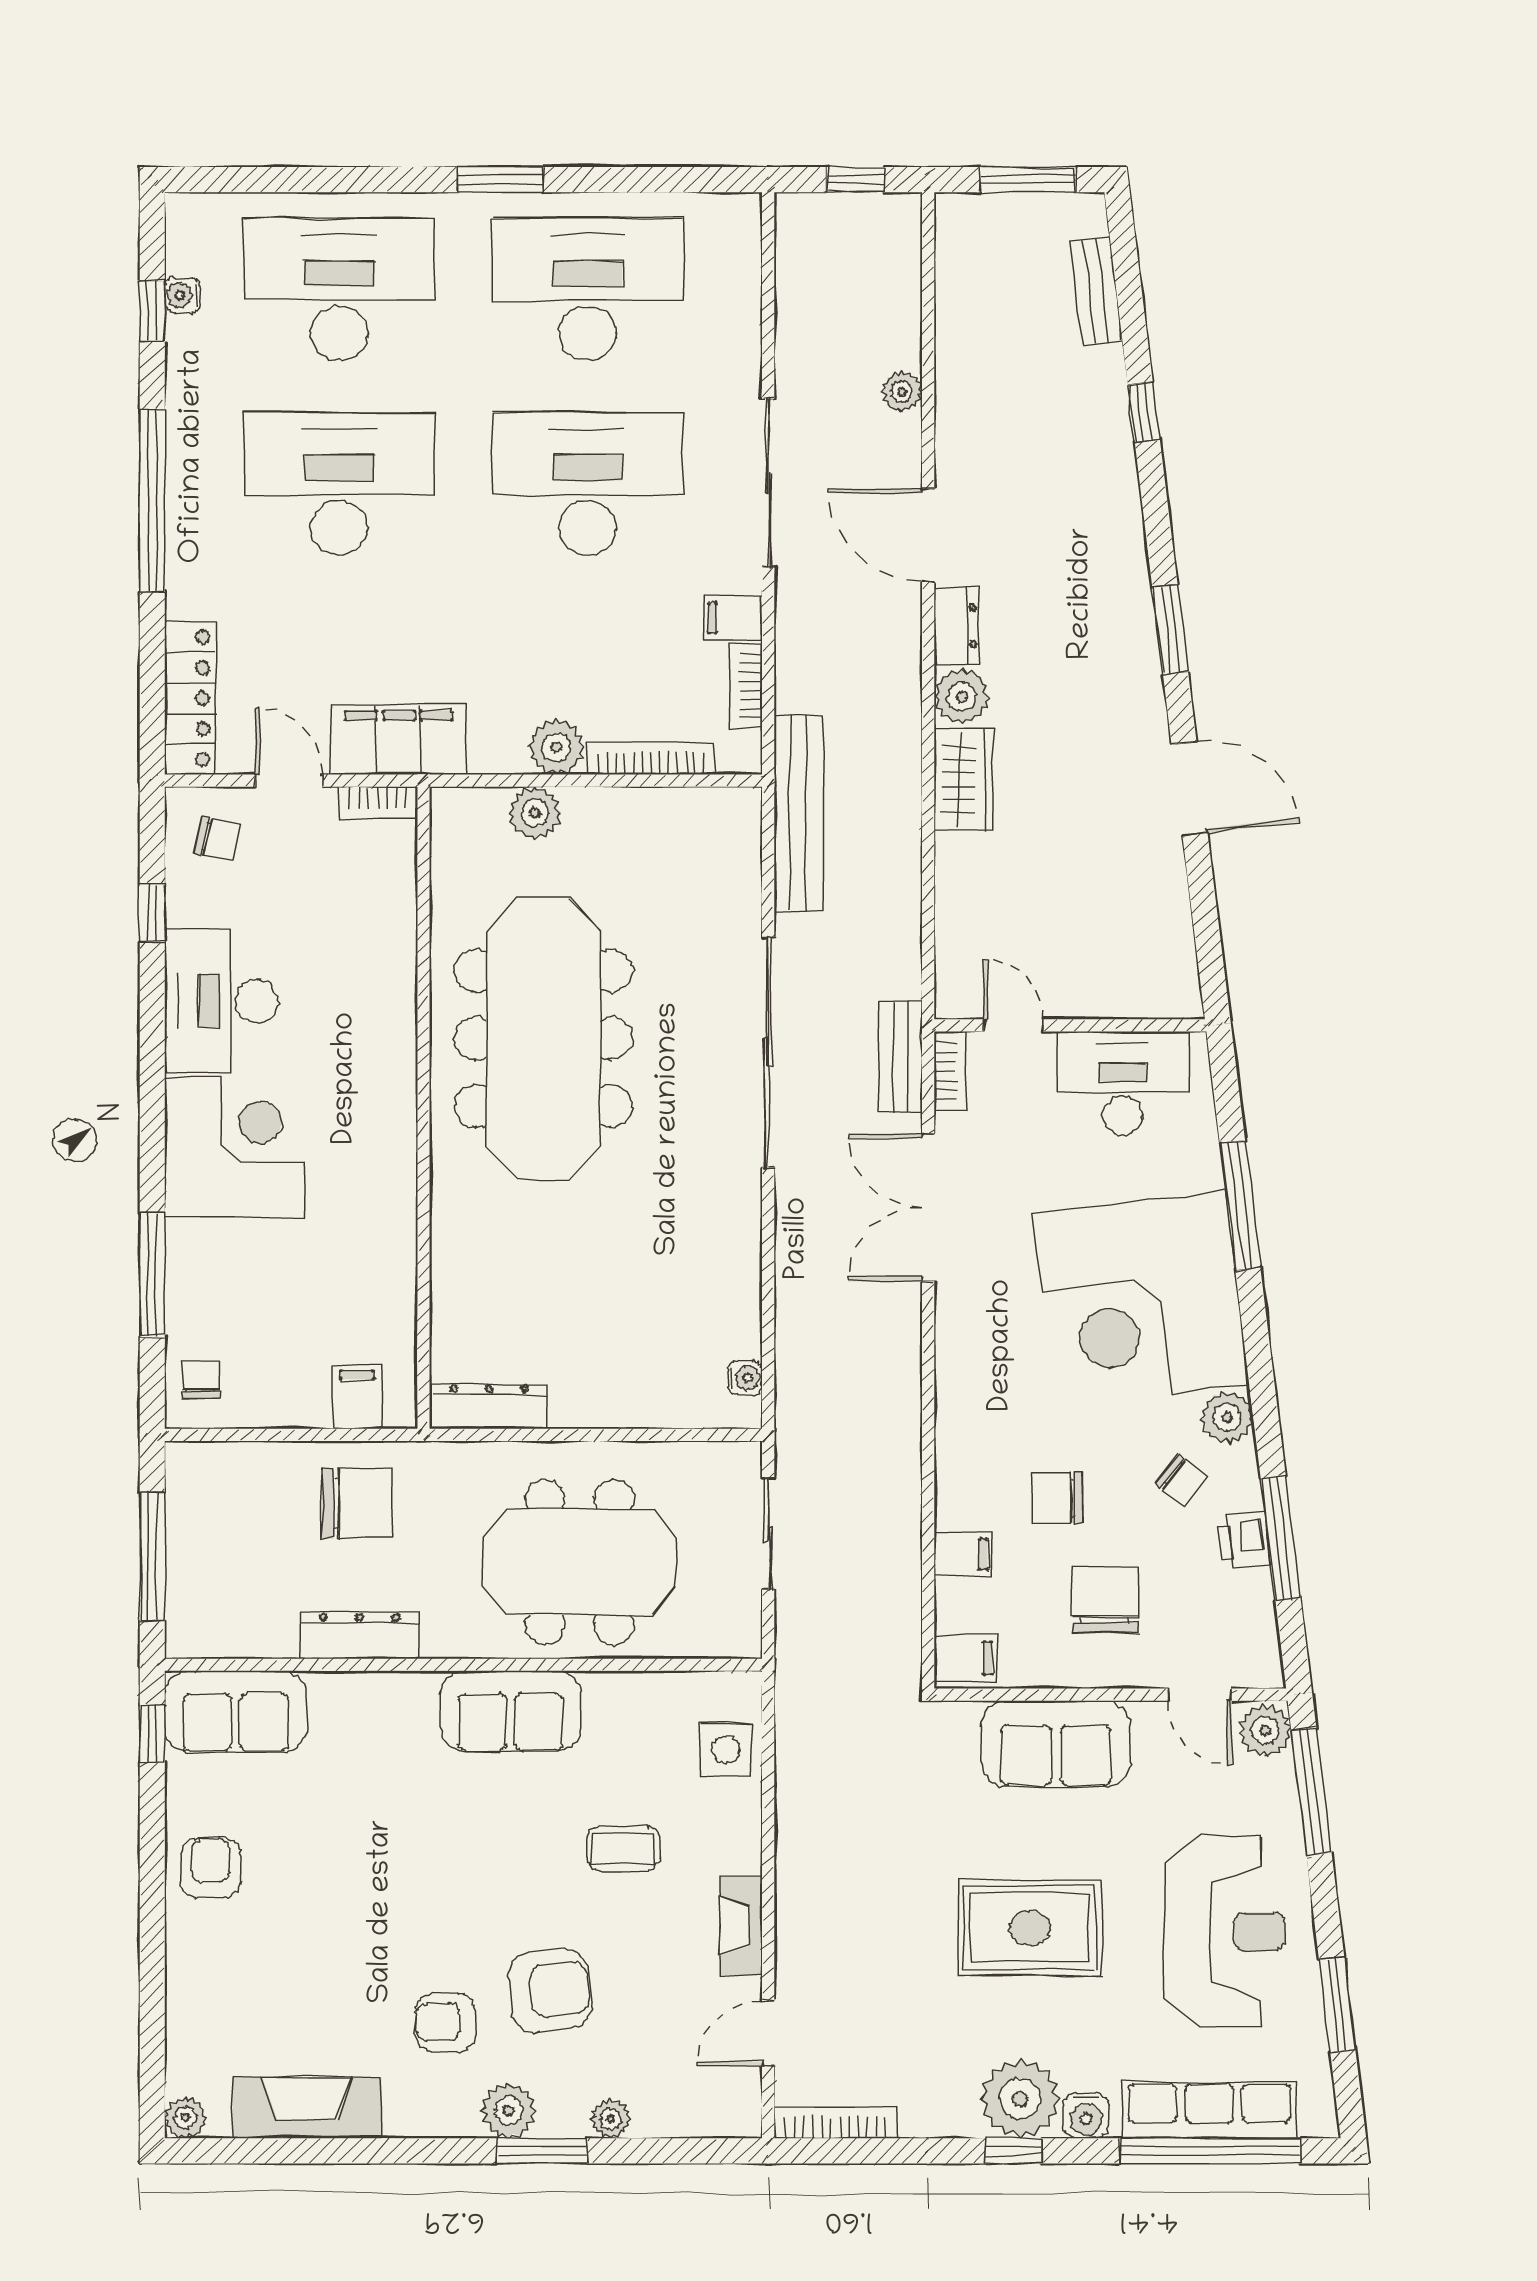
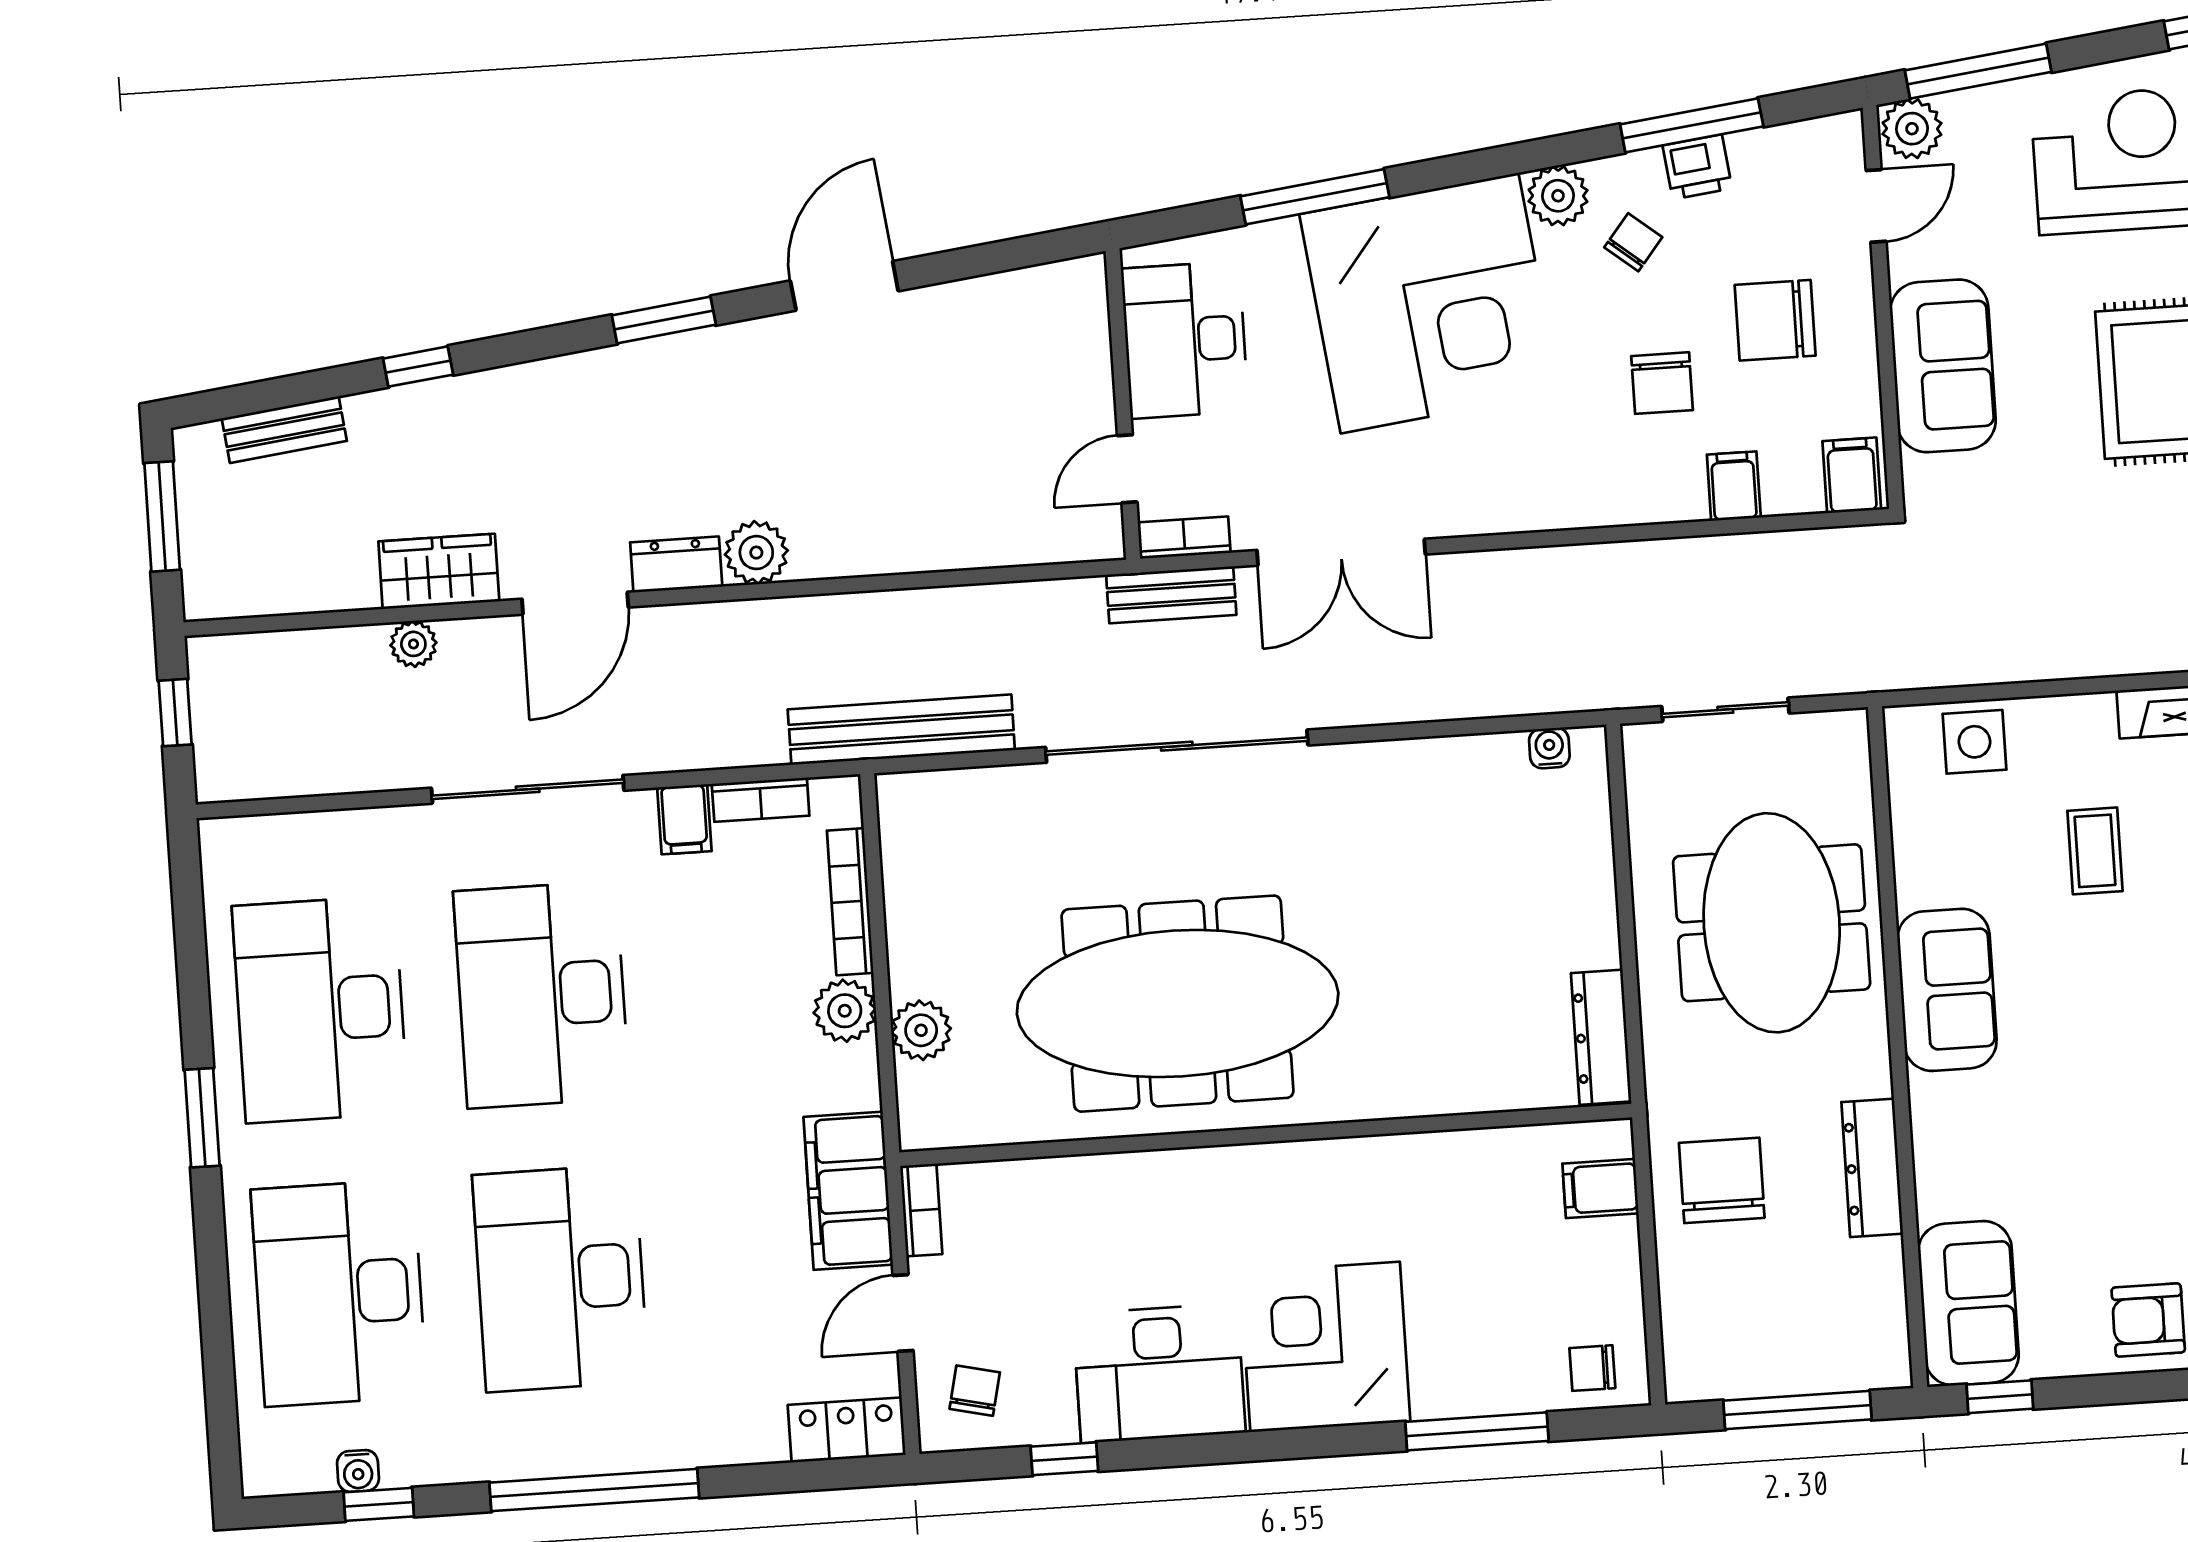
locker: (190, 698) -> (847, 1430), width x0.66
wardrobe: (964, 779) -> (439, 571), moved

